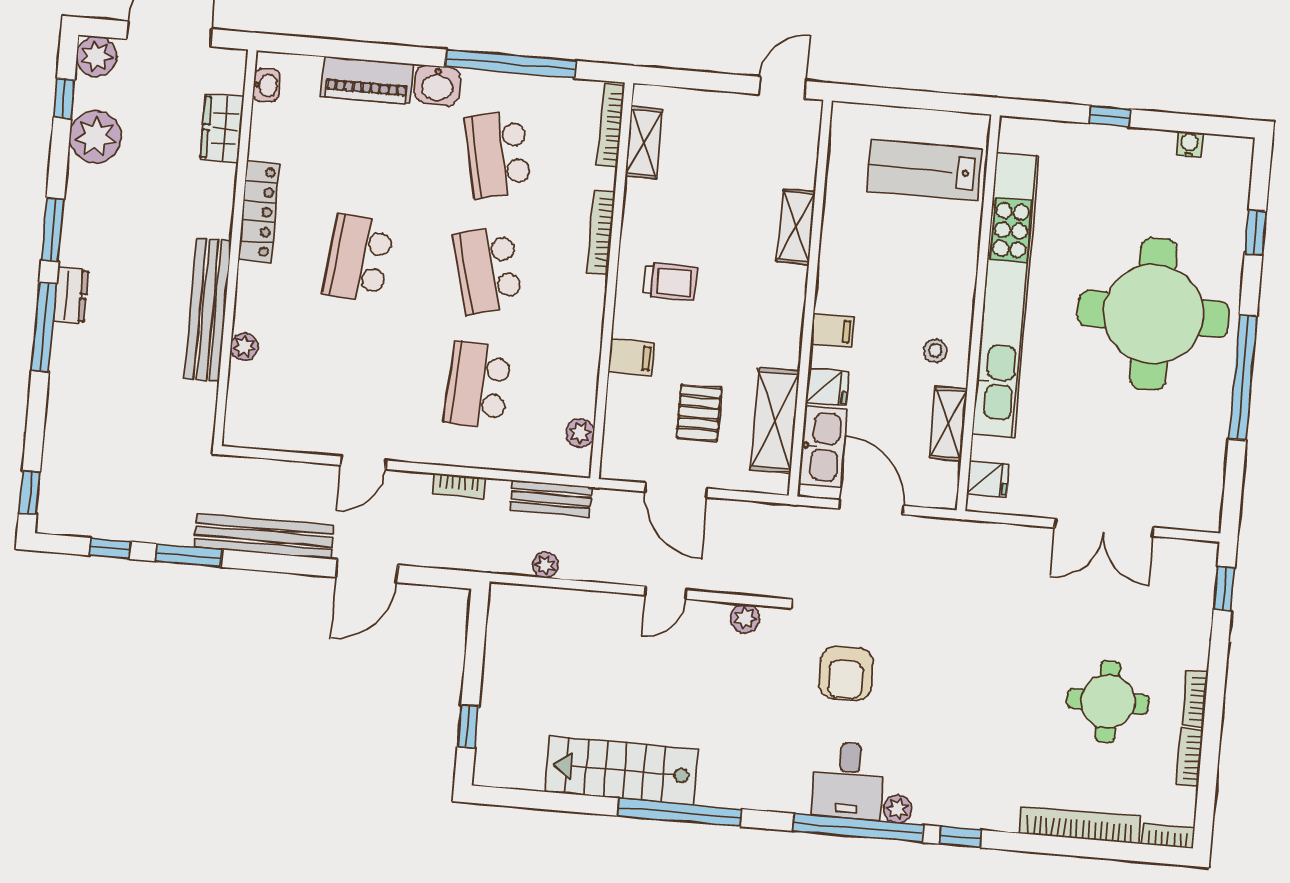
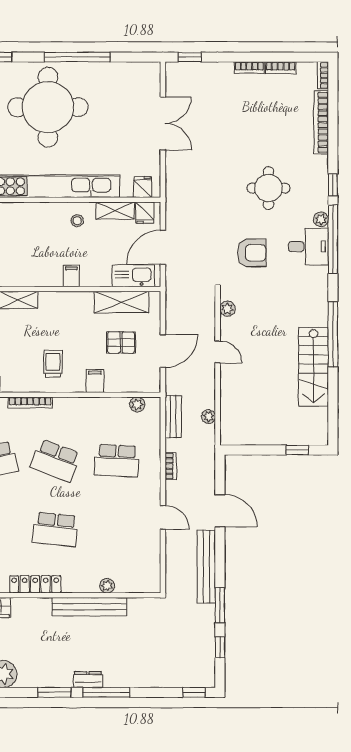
school desk: (488, 270) -> (55, 461), turned 36
fridge: (827, 387) -> (145, 213), moved, turned 180
round table: (1108, 701) -> (268, 188), moved

